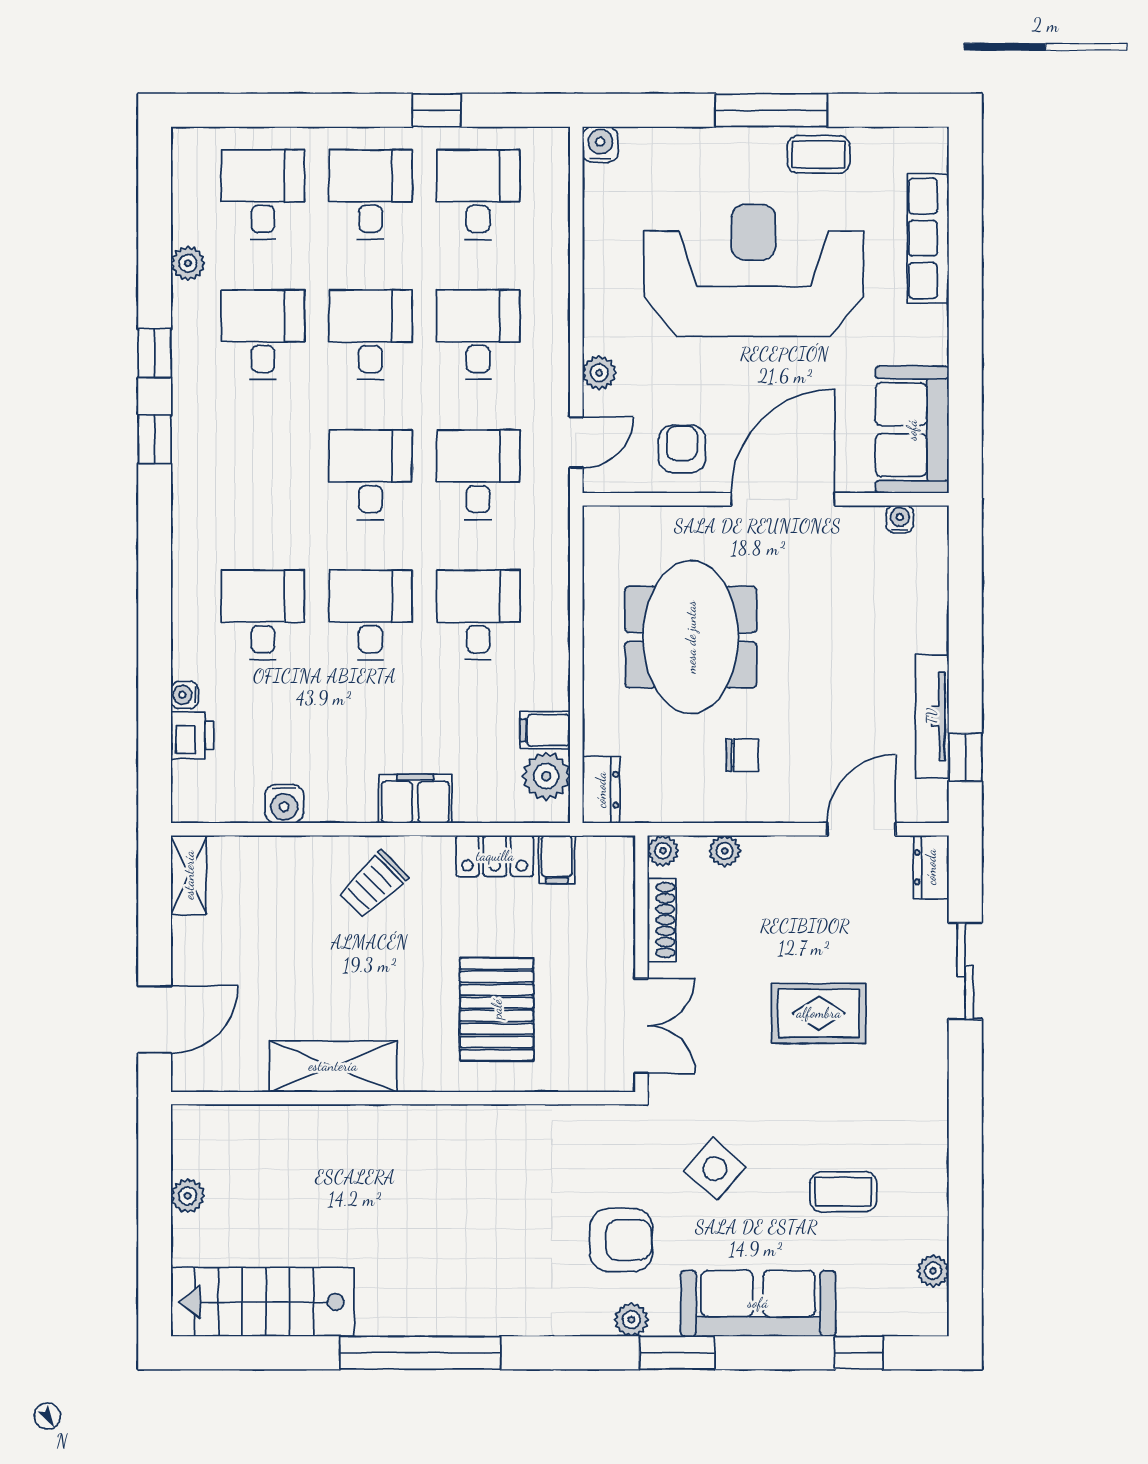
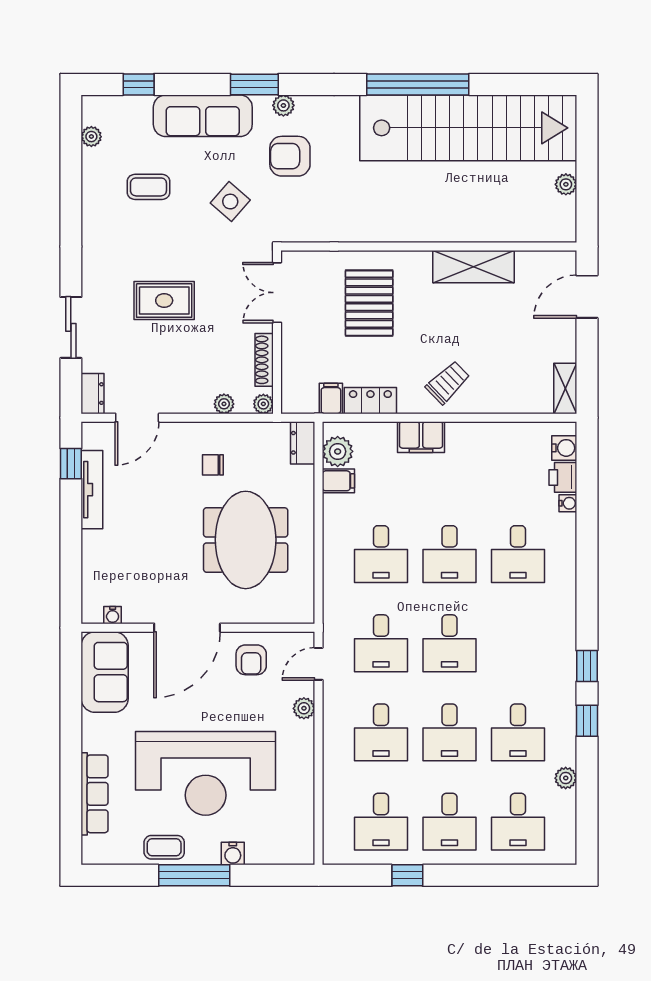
water cooler: (600, 144) -> (233, 854), moved
water cooler: (284, 804) -> (564, 448), moved, turned 90
stairs: (262, 1302) -> (468, 128), width x1.86, depth x1.51

